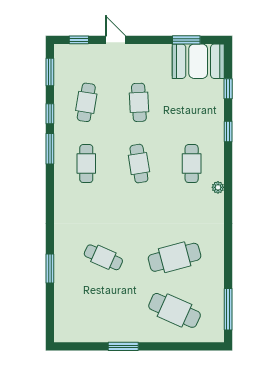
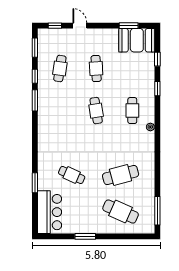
cafe table: (86, 164) -> (60, 111), removed
bar counter: (71, 311) -> (50, 212), added

